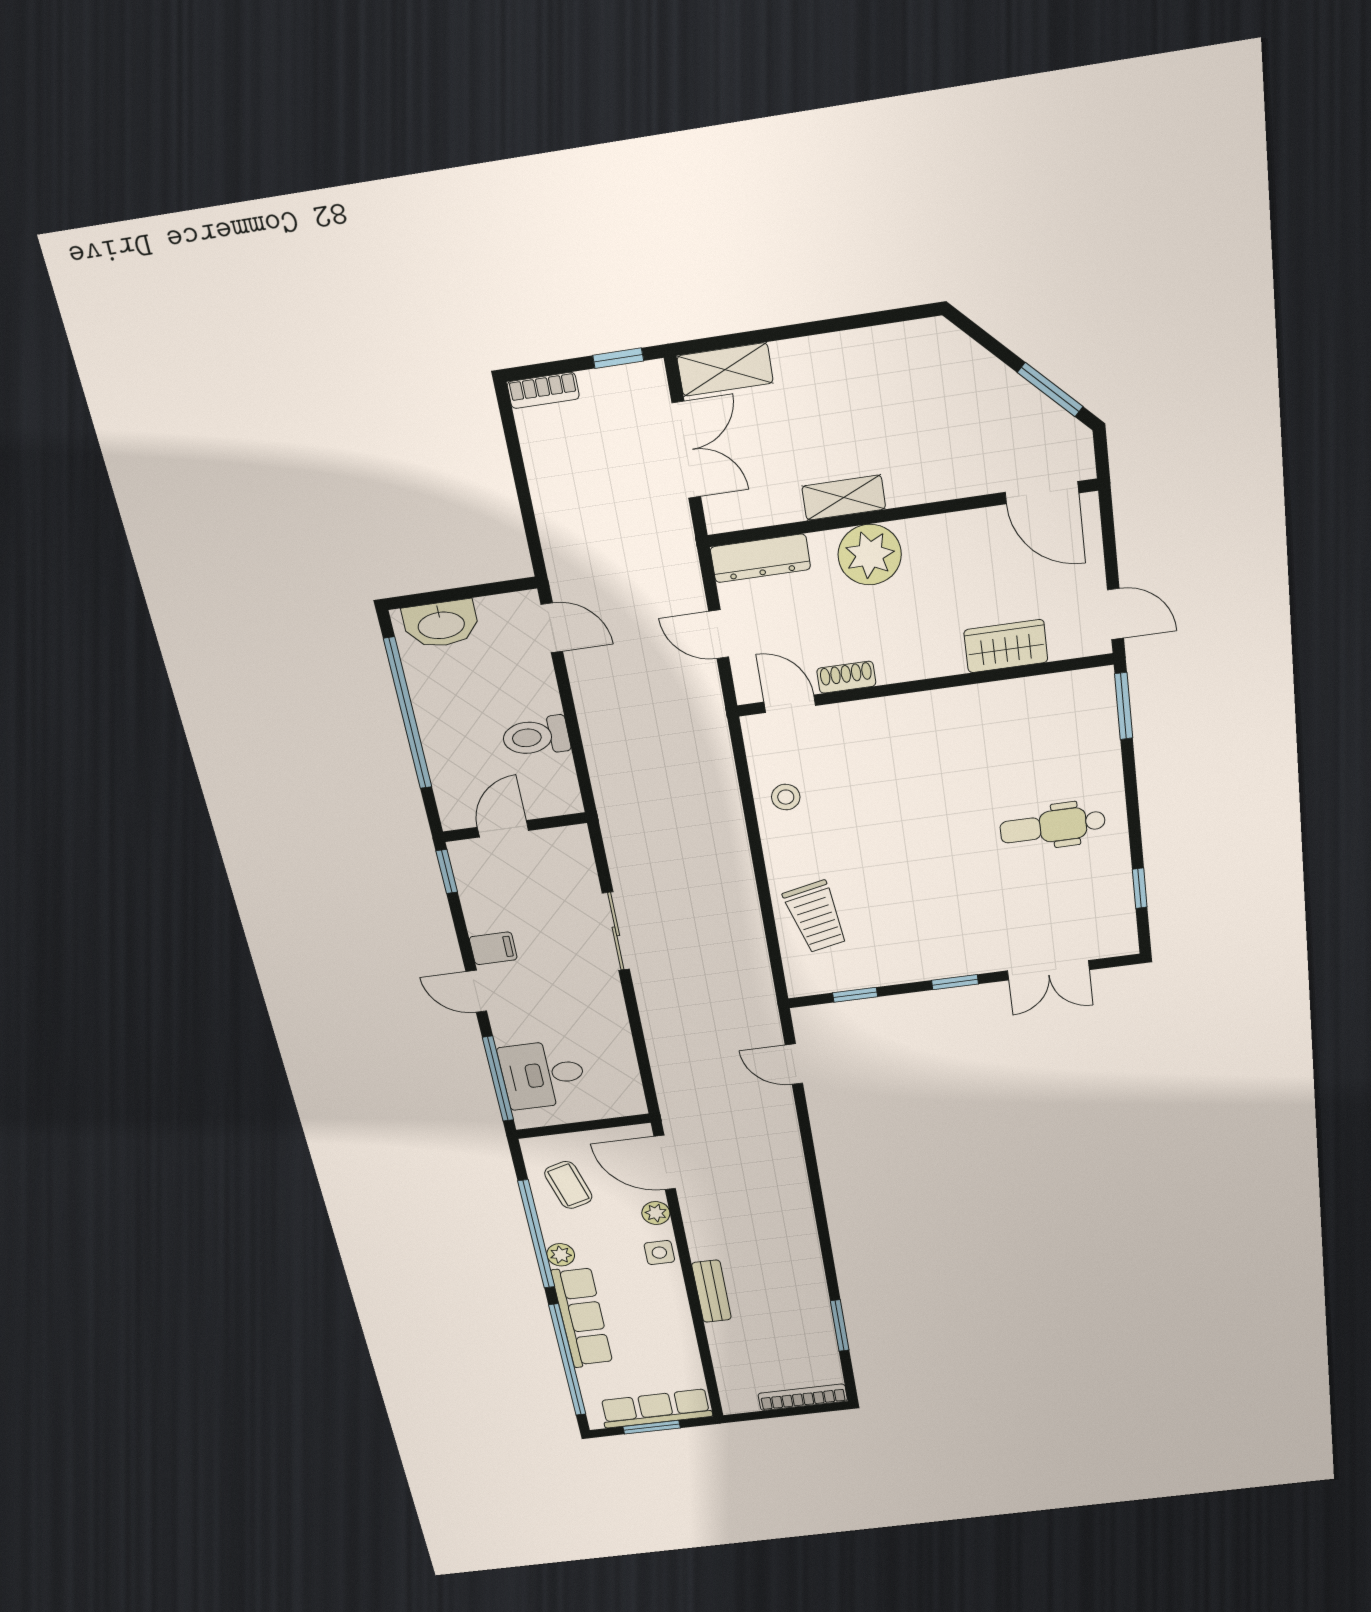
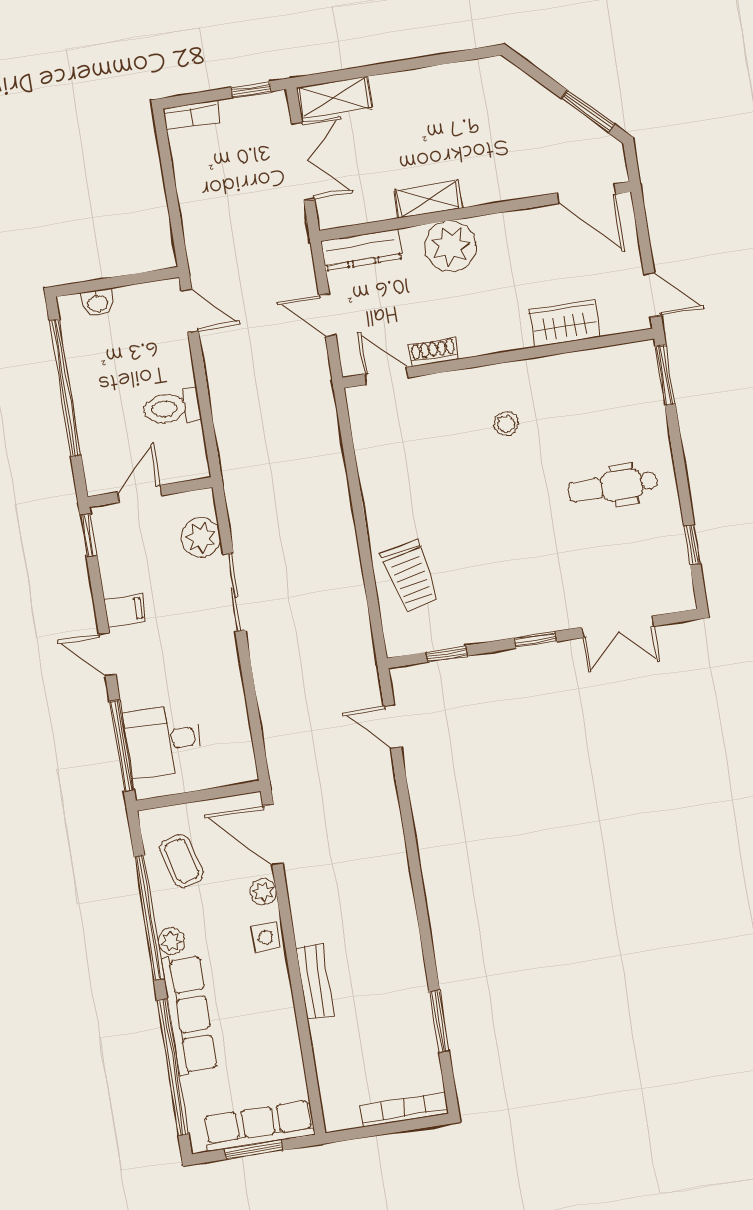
washbasin: (441, 624) -> (97, 303), width x0.52, depth x0.69
stool: (786, 797) -> (506, 424), moved
plant: (575, 875) -> (201, 538), added

